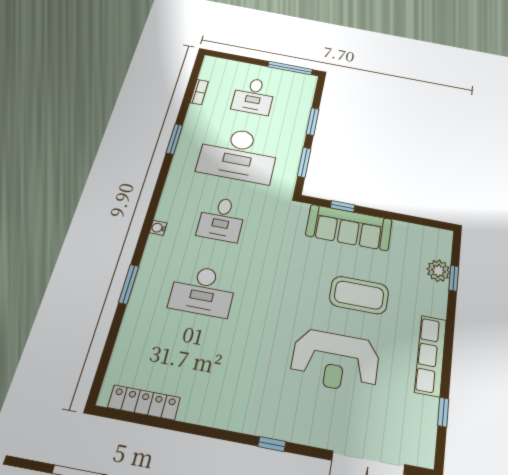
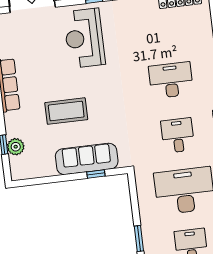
window: (304, 162) -> (134, 201), removed
reception desk: (335, 361) -> (84, 38), moved, turned -90

